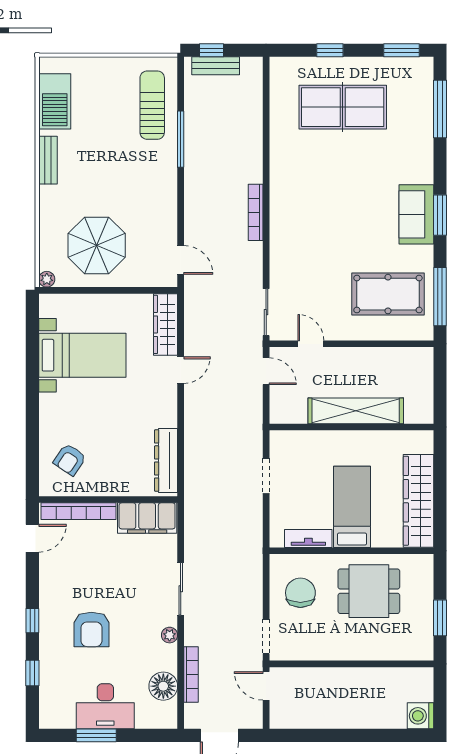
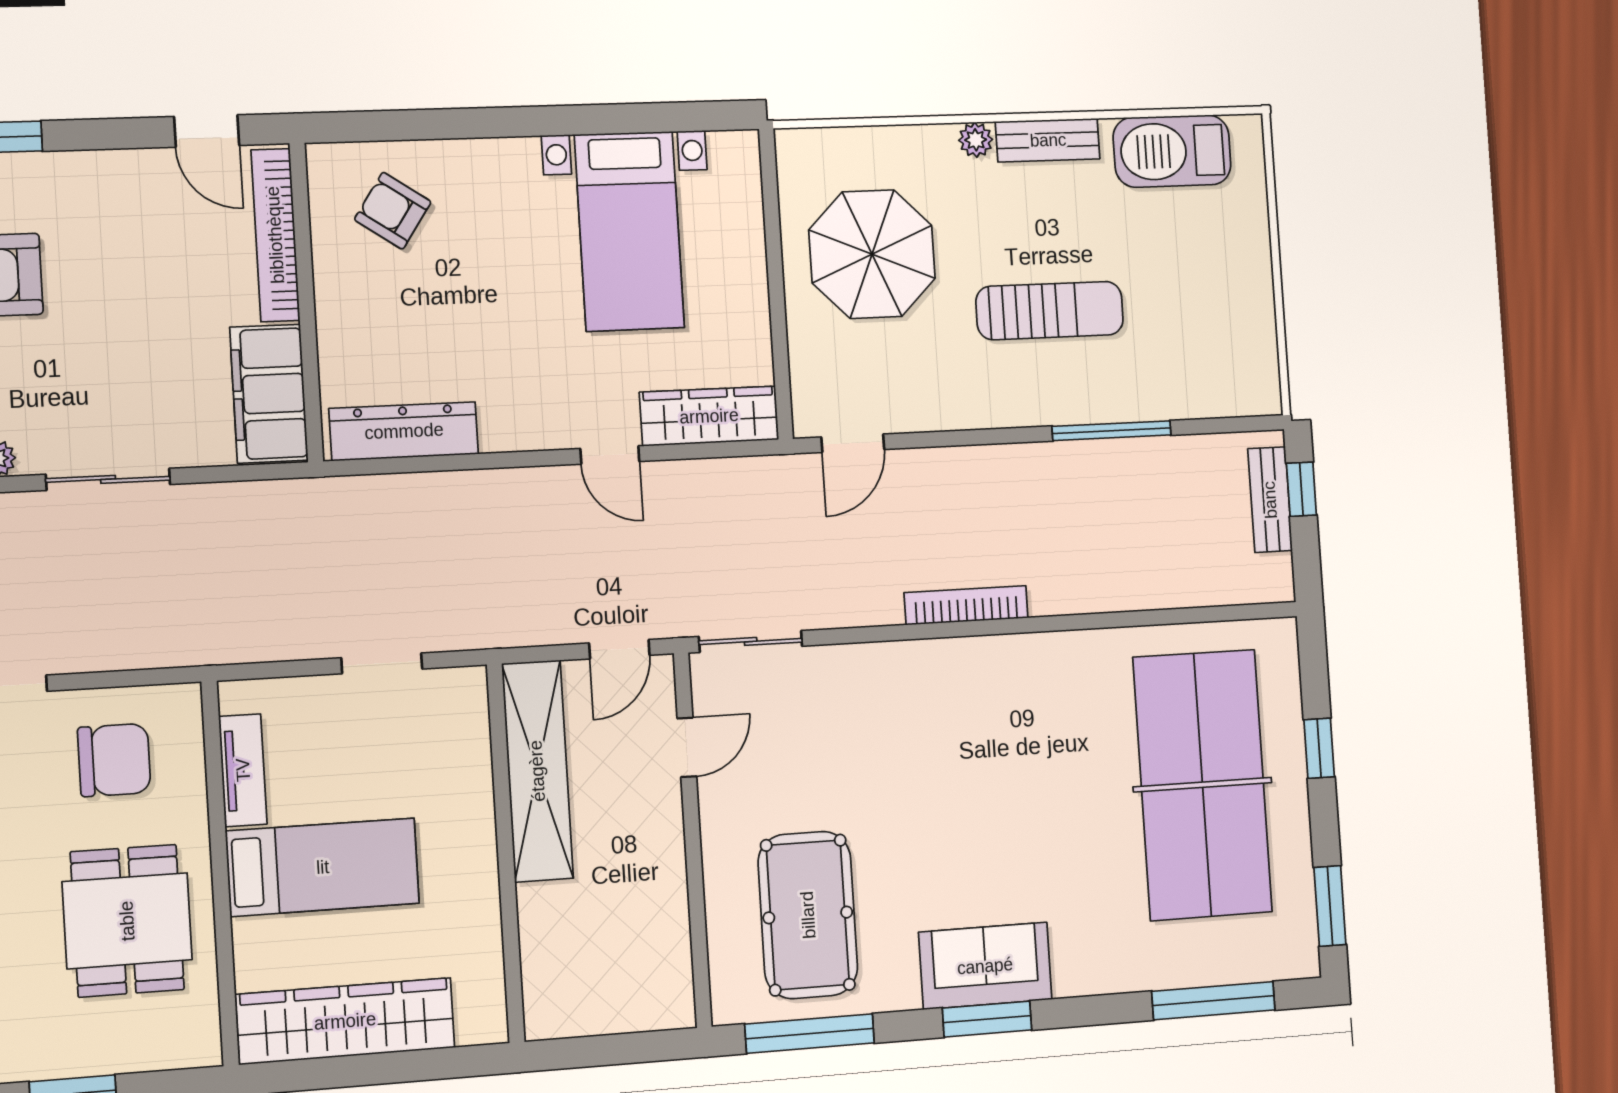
sun lounger: (152, 105) -> (1050, 311), moved
table tennis table: (343, 107) -> (1203, 785), width x1.36, depth x1.32
plant: (47, 279) -> (976, 140), moved
shelving: (356, 411) -> (537, 771), moved

